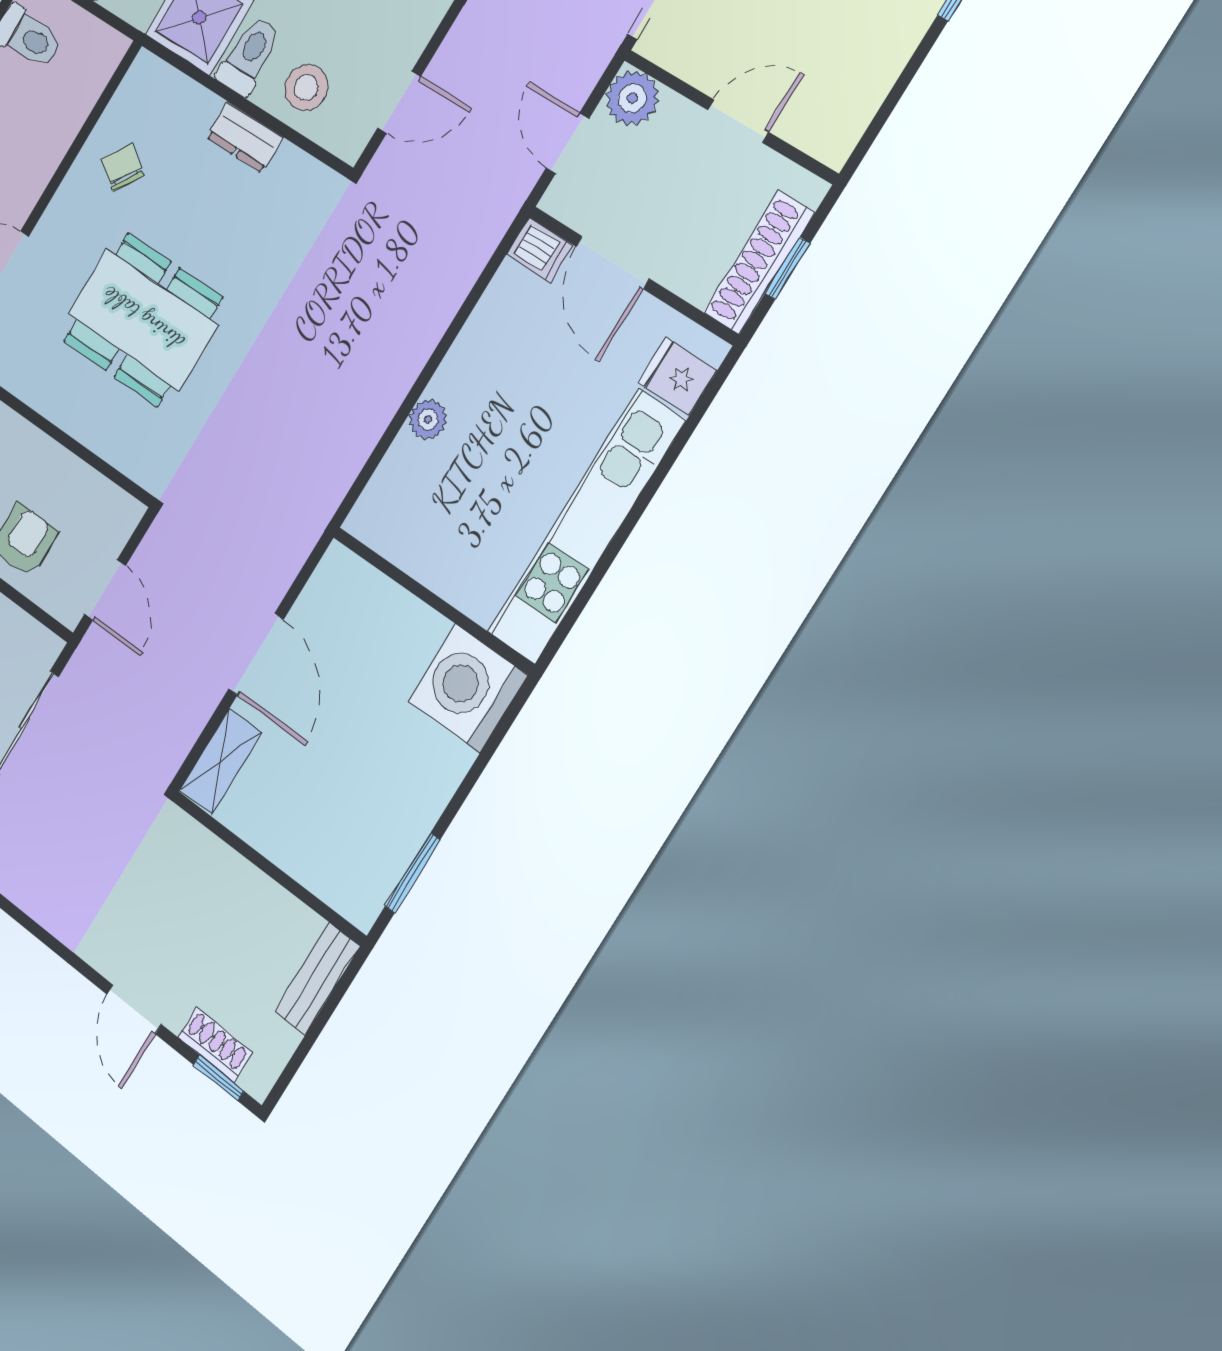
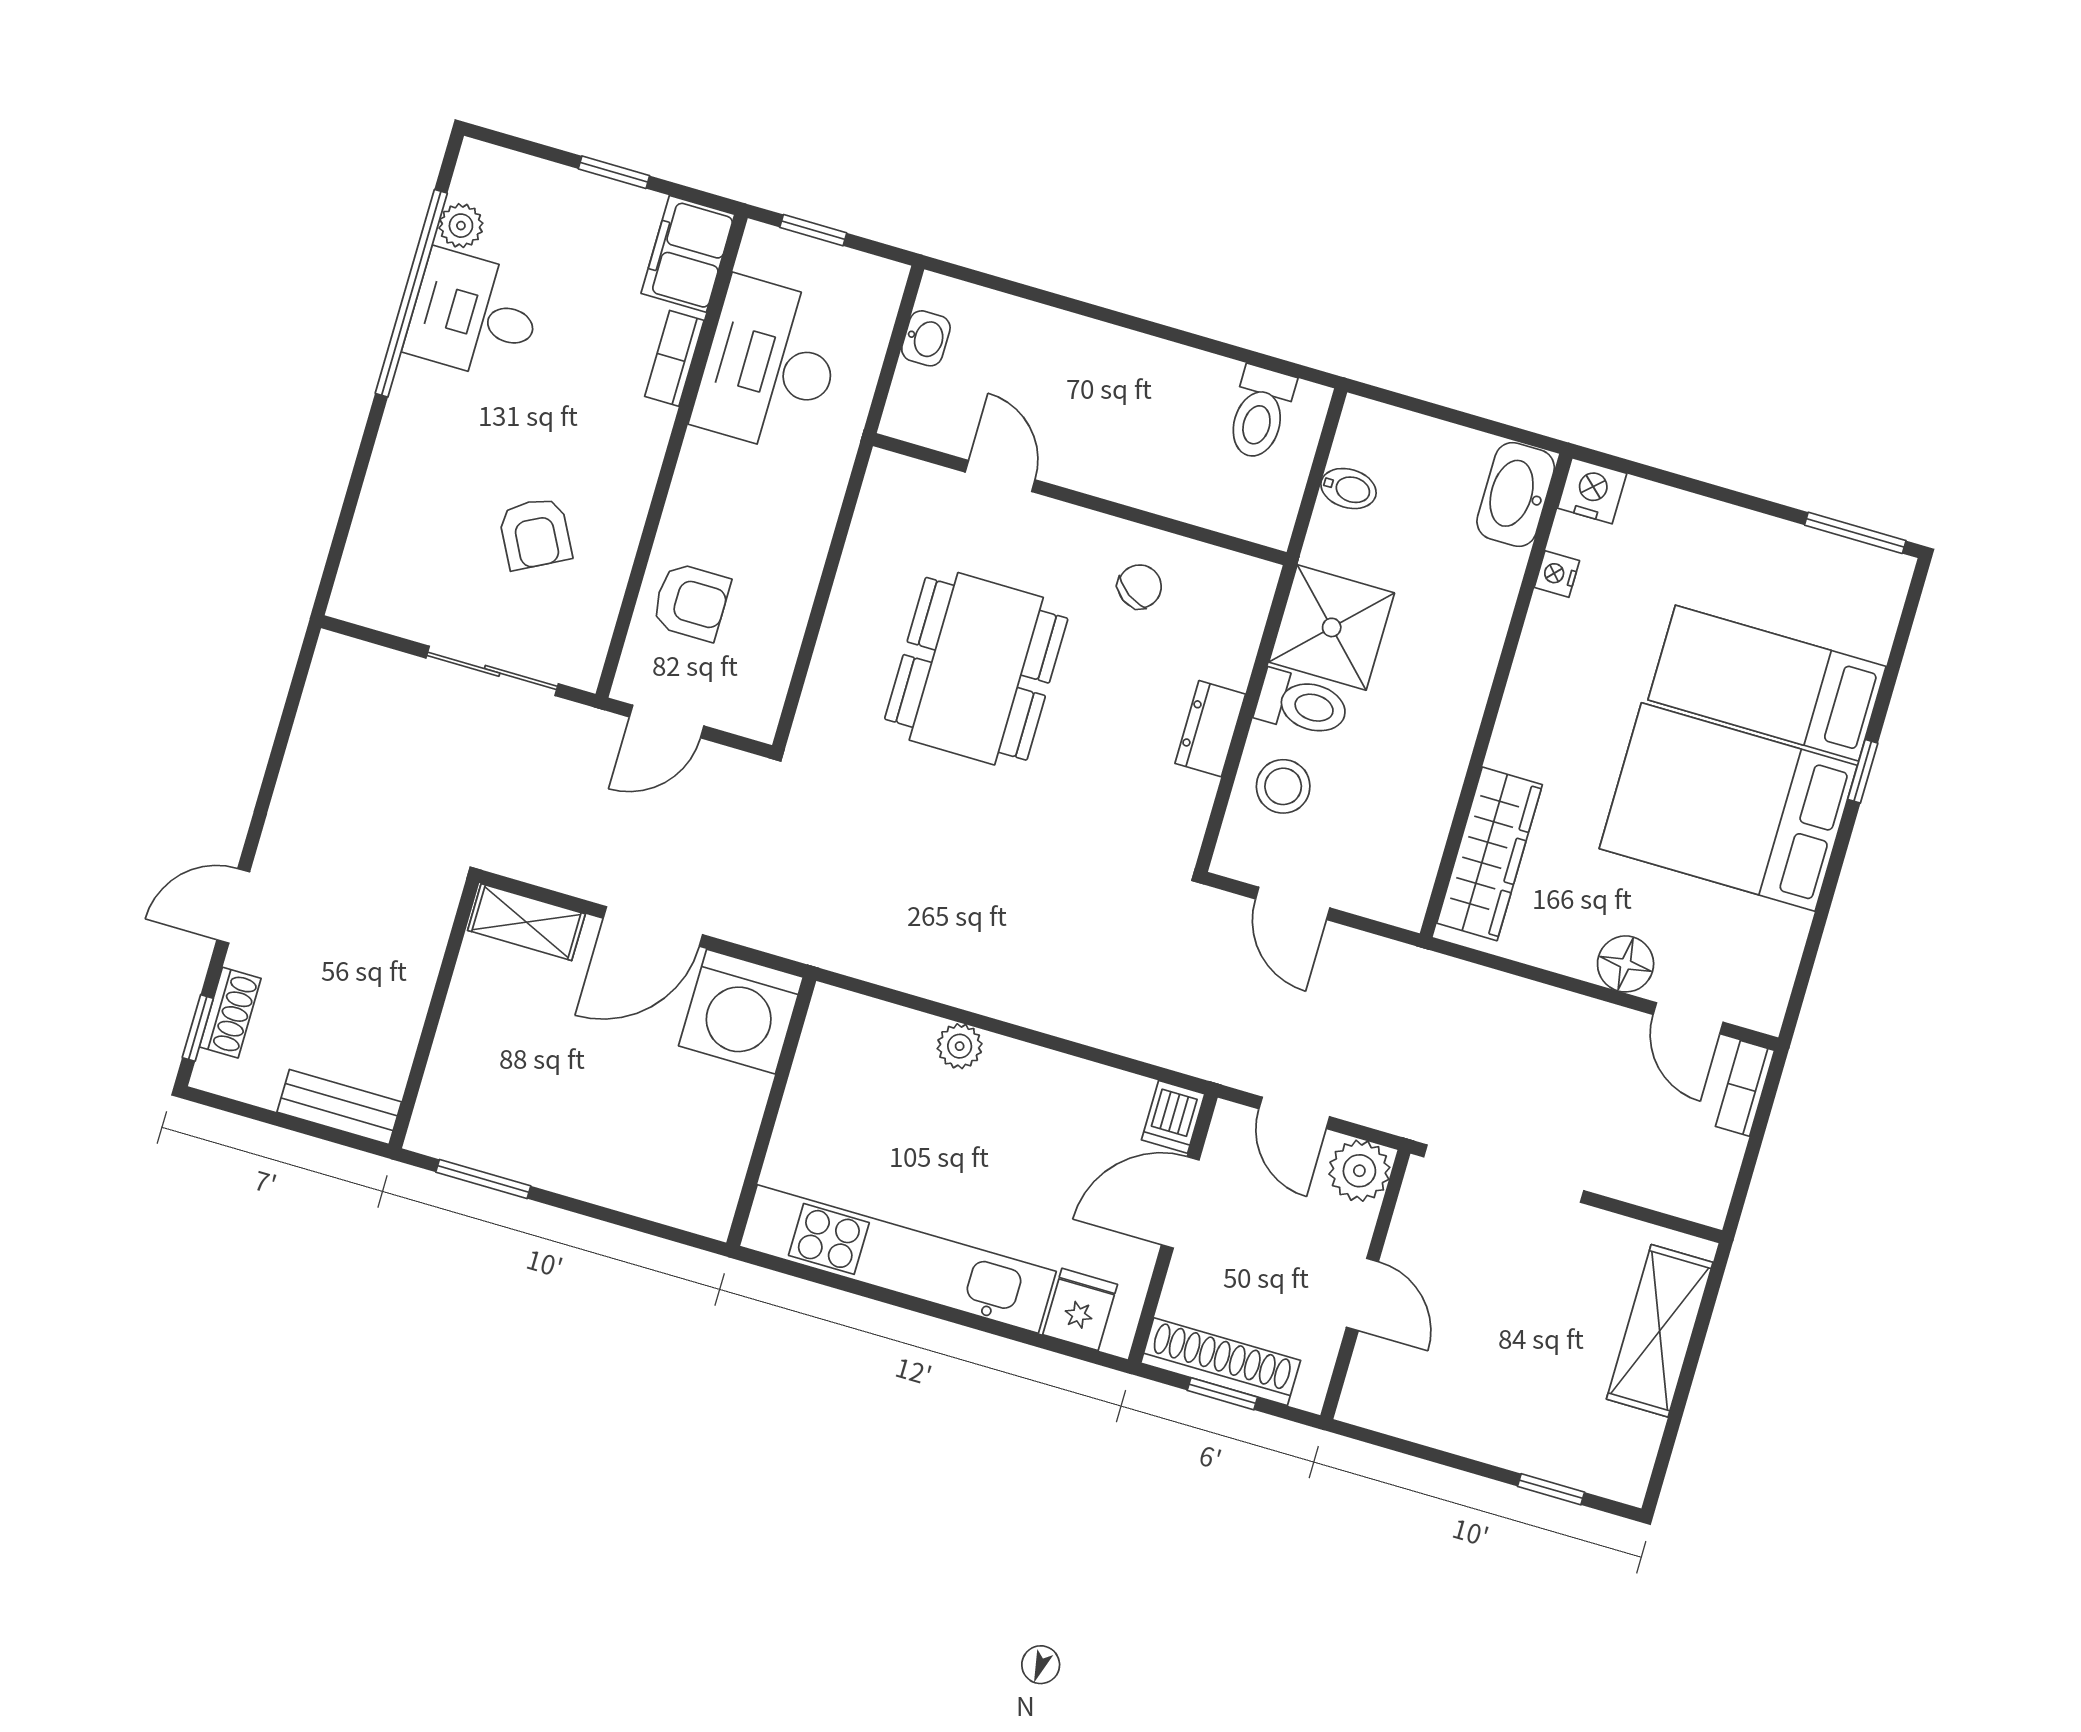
door: (568, 143) -> (1294, 1113), swing flipped
washing machine: (468, 688) -> (741, 1012), moved, turned 180

